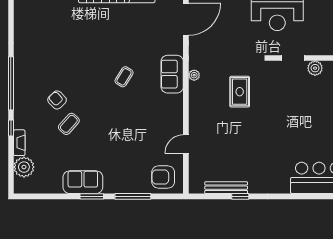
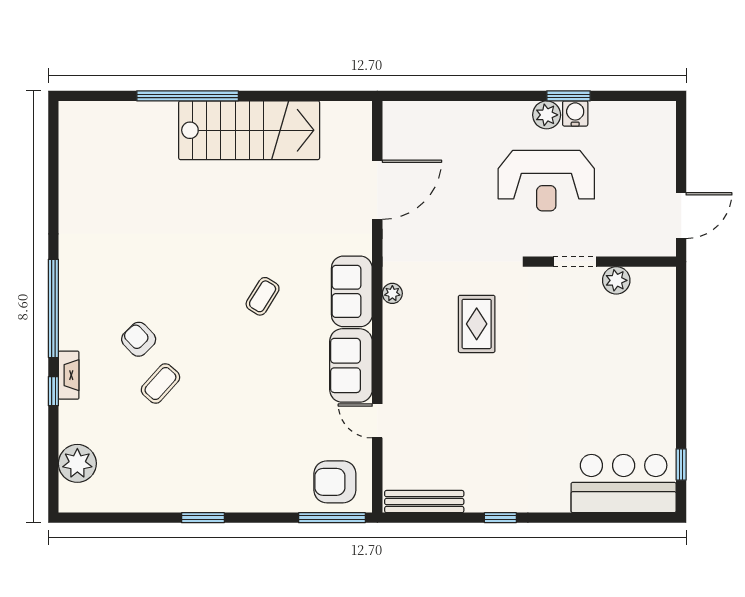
fireplace: (19, 143) -> (69, 375), moved
door: (186, 144) -> (377, 421), hinge flipped
sofa: (83, 182) -> (351, 365), moved, turned -90
bench: (226, 188) -> (424, 502), moved
window: (133, 196) -> (332, 518), moved
window: (240, 196) -> (500, 518), moved

